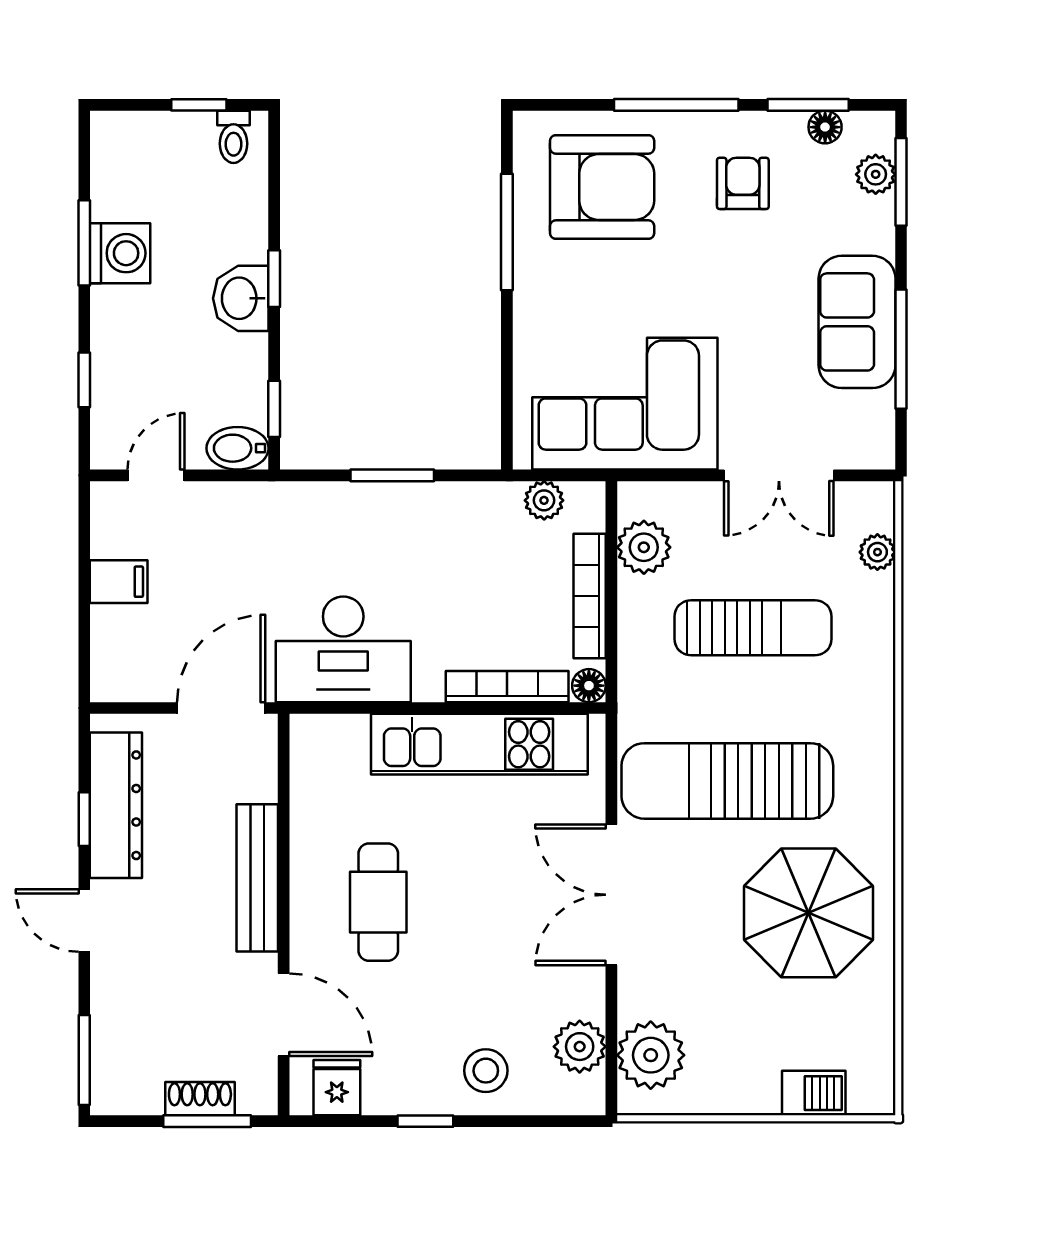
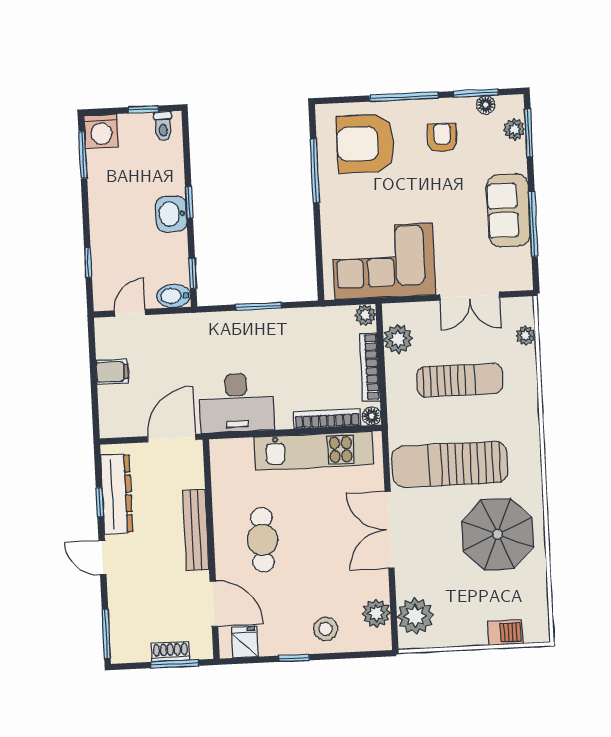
armchair: (602, 187) -> (366, 144), turned 180
window: (84, 243) -> (83, 155), moved
washing machine: (120, 253) -> (101, 131), moved, turned 90
plant: (544, 500) -> (365, 315), moved

